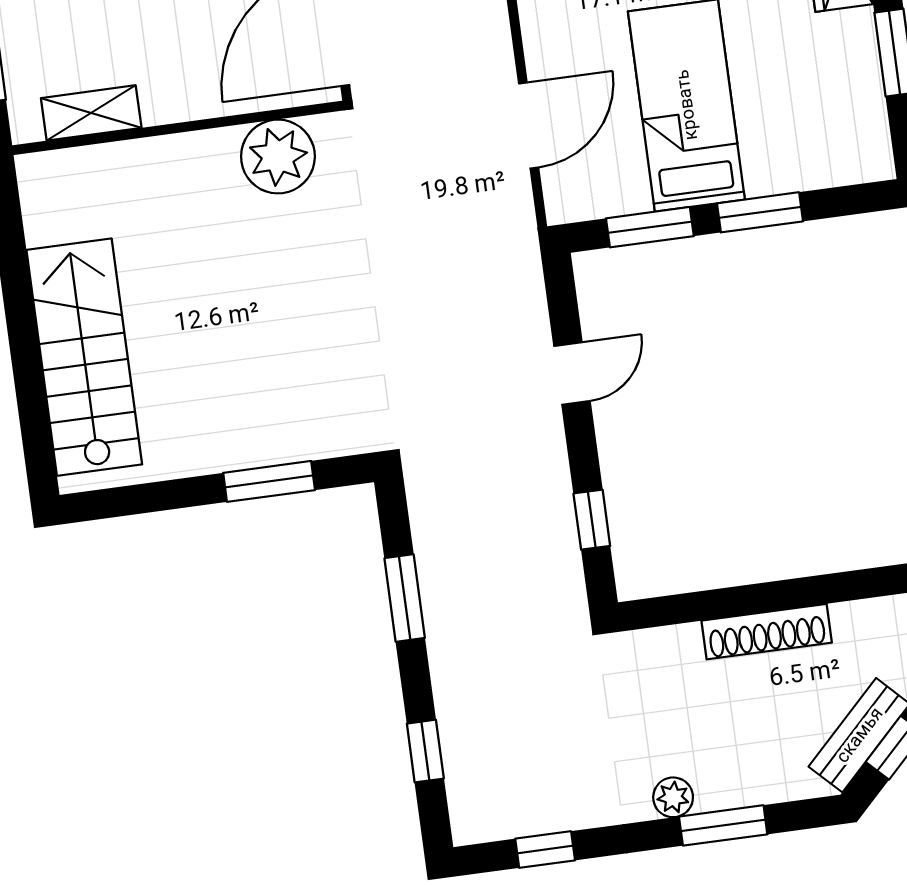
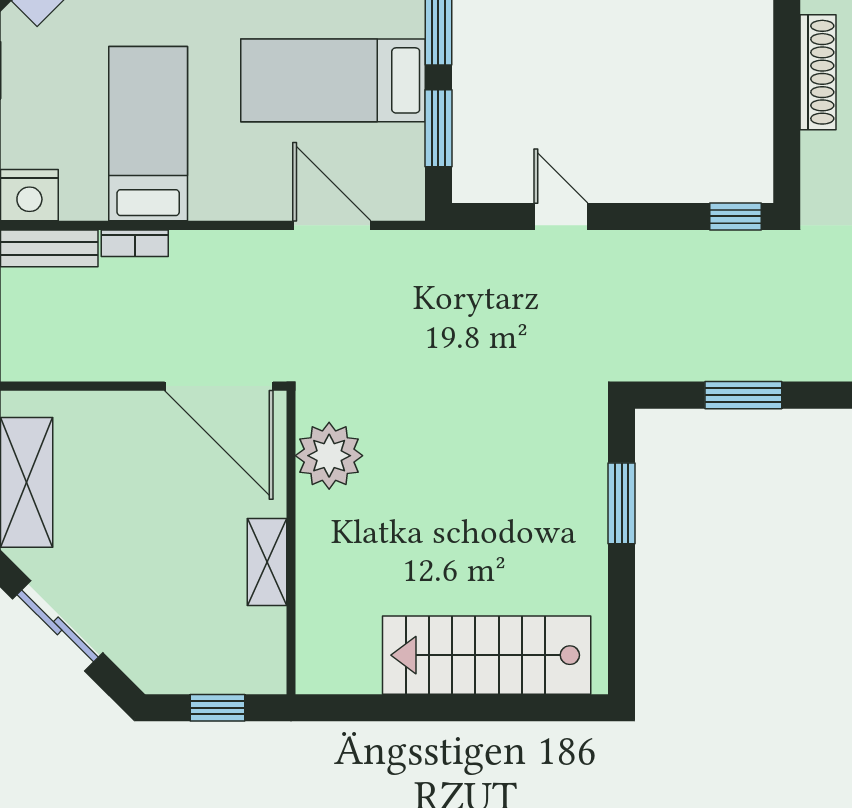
shelving: (91, 113) -> (267, 562), moved
window: (592, 520) -> (736, 216), moved

